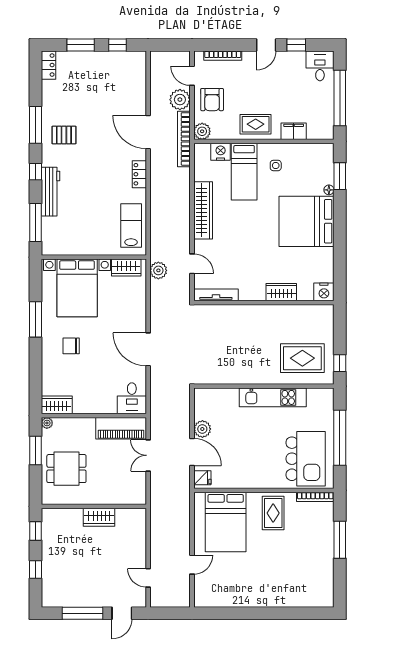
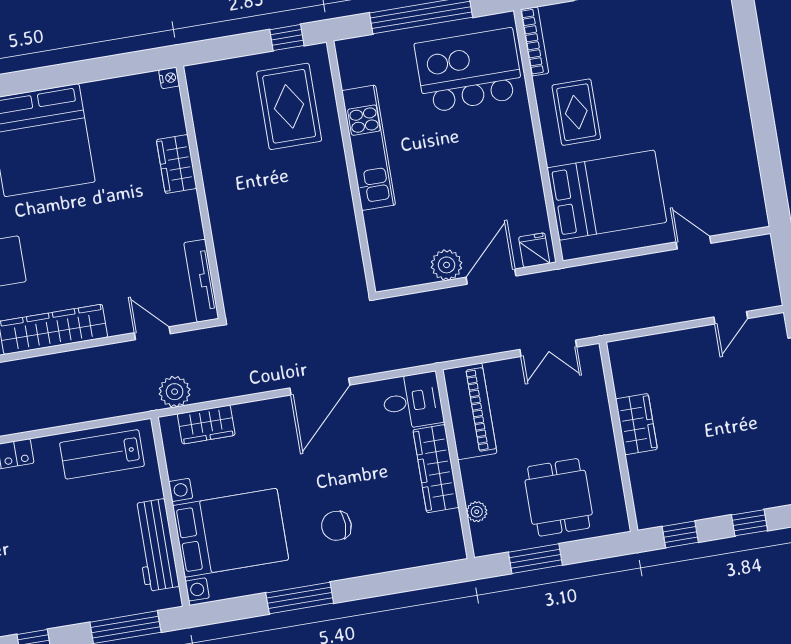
workbench: (50, 192) -> (156, 545), moved, turned -90
door: (192, 264) -> (152, 333), hinge flipped
wardrobe: (126, 267) -> (206, 425), moved, turned 90
nightstand: (324, 292) -> (169, 78), width x0.53, depth x0.56
chair: (71, 346) -> (336, 526), turned 90
wardrobe: (57, 405) -> (436, 469), moved, width x1.50
plant: (47, 423) -> (477, 512), moved
double door: (148, 455) -> (548, 348), moved
rug: (273, 513) -> (576, 112), turned 90

